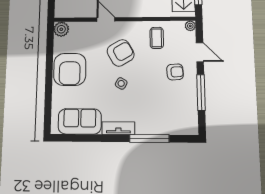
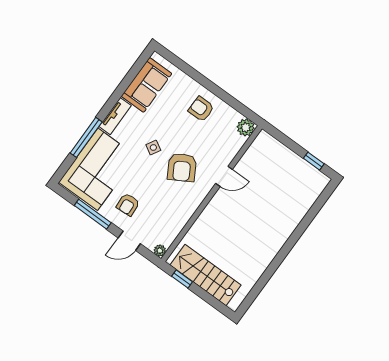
coffee table: (157, 38) -> (171, 211), removed
armchair: (70, 69) -> (201, 109), width x0.53, depth x0.53
corner sofa: (166, 113) -> (98, 169), added

